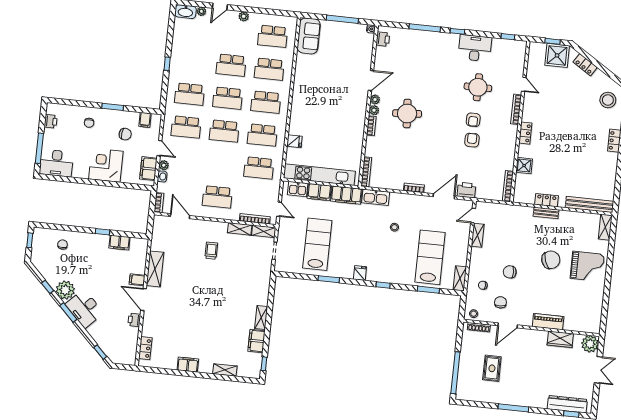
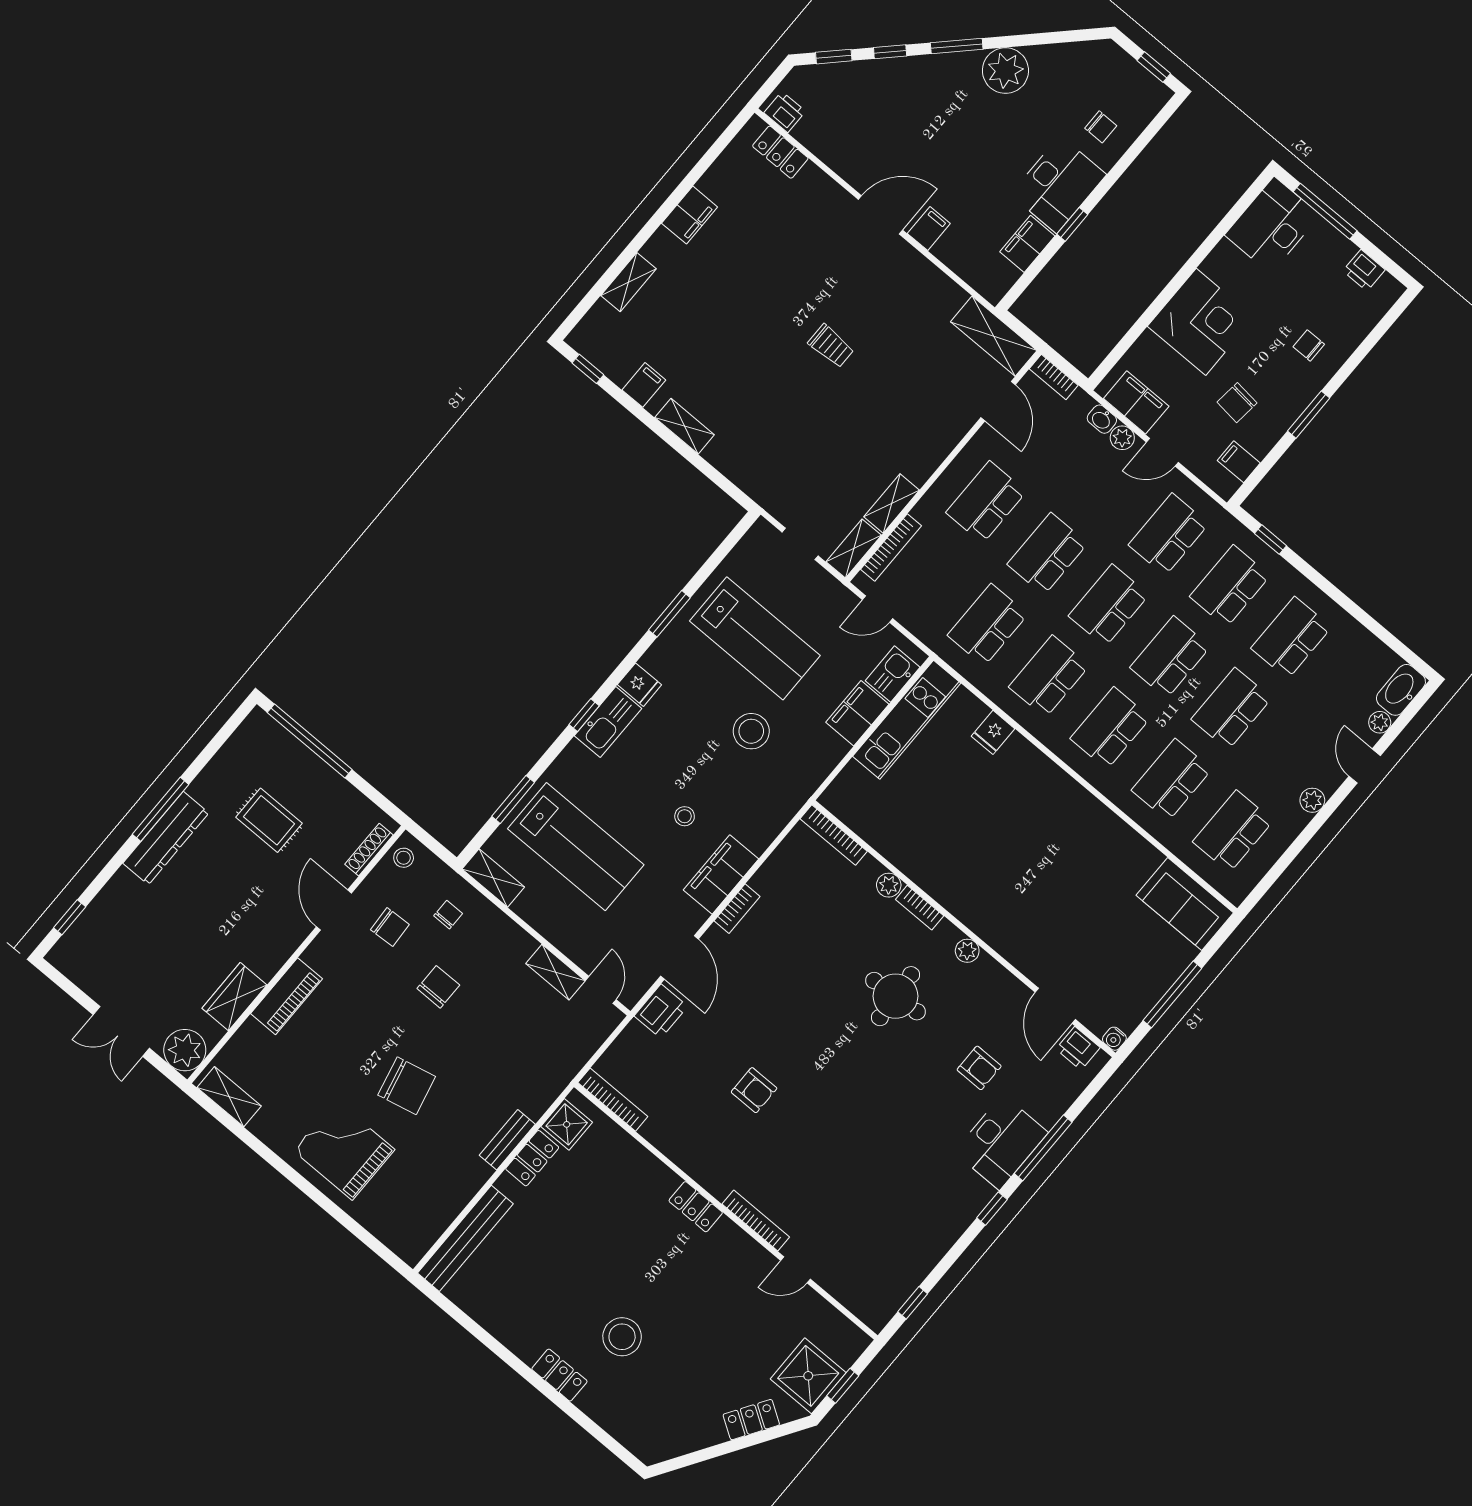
desk: (475, 48) -> (1001, 1142), moved
school desk: (193, 61) -> (1291, 638), added
window: (167, 64) -> (1270, 540), moved
door: (371, 80) -> (1055, 1006), moved
round table: (478, 87) -> (852, 1174), removed
stool: (608, 100) -> (622, 1337), moved
plant: (374, 110) -> (889, 885), moved
armchair: (473, 120) -> (979, 1068), moved, turned 180
school desk: (221, 164) -> (1047, 554), added
shower: (524, 166) -> (567, 1124), moved
kitchen unit: (319, 175) -> (907, 720), width x0.73
filing cabinet: (346, 195) -> (721, 874), moved
kitchen sink: (376, 197) -> (608, 722), moved, turned 180
door: (180, 216) -> (998, 401), hinge flipped
stool: (350, 224) -> (751, 731), added
shelving: (605, 227) -> (229, 1097), moved
trolley: (211, 251) -> (831, 346), moved
chair: (551, 260) -> (407, 1086), turned -83
grand piano: (587, 266) -> (344, 1150), turned 90
shelving: (155, 269) -> (994, 336), moved
window: (47, 287) -> (890, 52), moved
desk: (84, 309) -> (1058, 184), moved, turned 135
printer: (134, 320) -> (785, 112), moved
filing cabinet: (256, 341) -> (644, 385), width x0.50
dresser: (567, 404) -> (166, 838), moved

